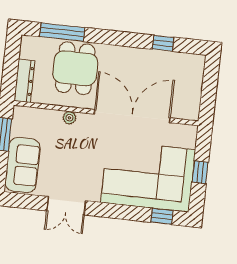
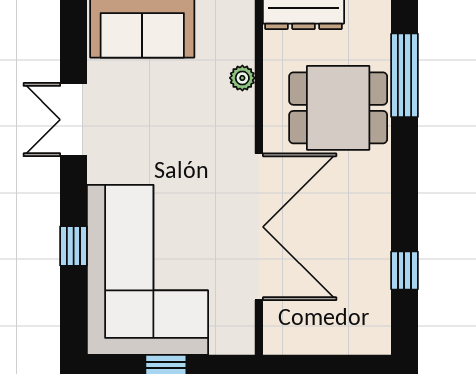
plant: (69, 118) -> (242, 78), moved
window: (162, 216) -> (74, 246), moved

